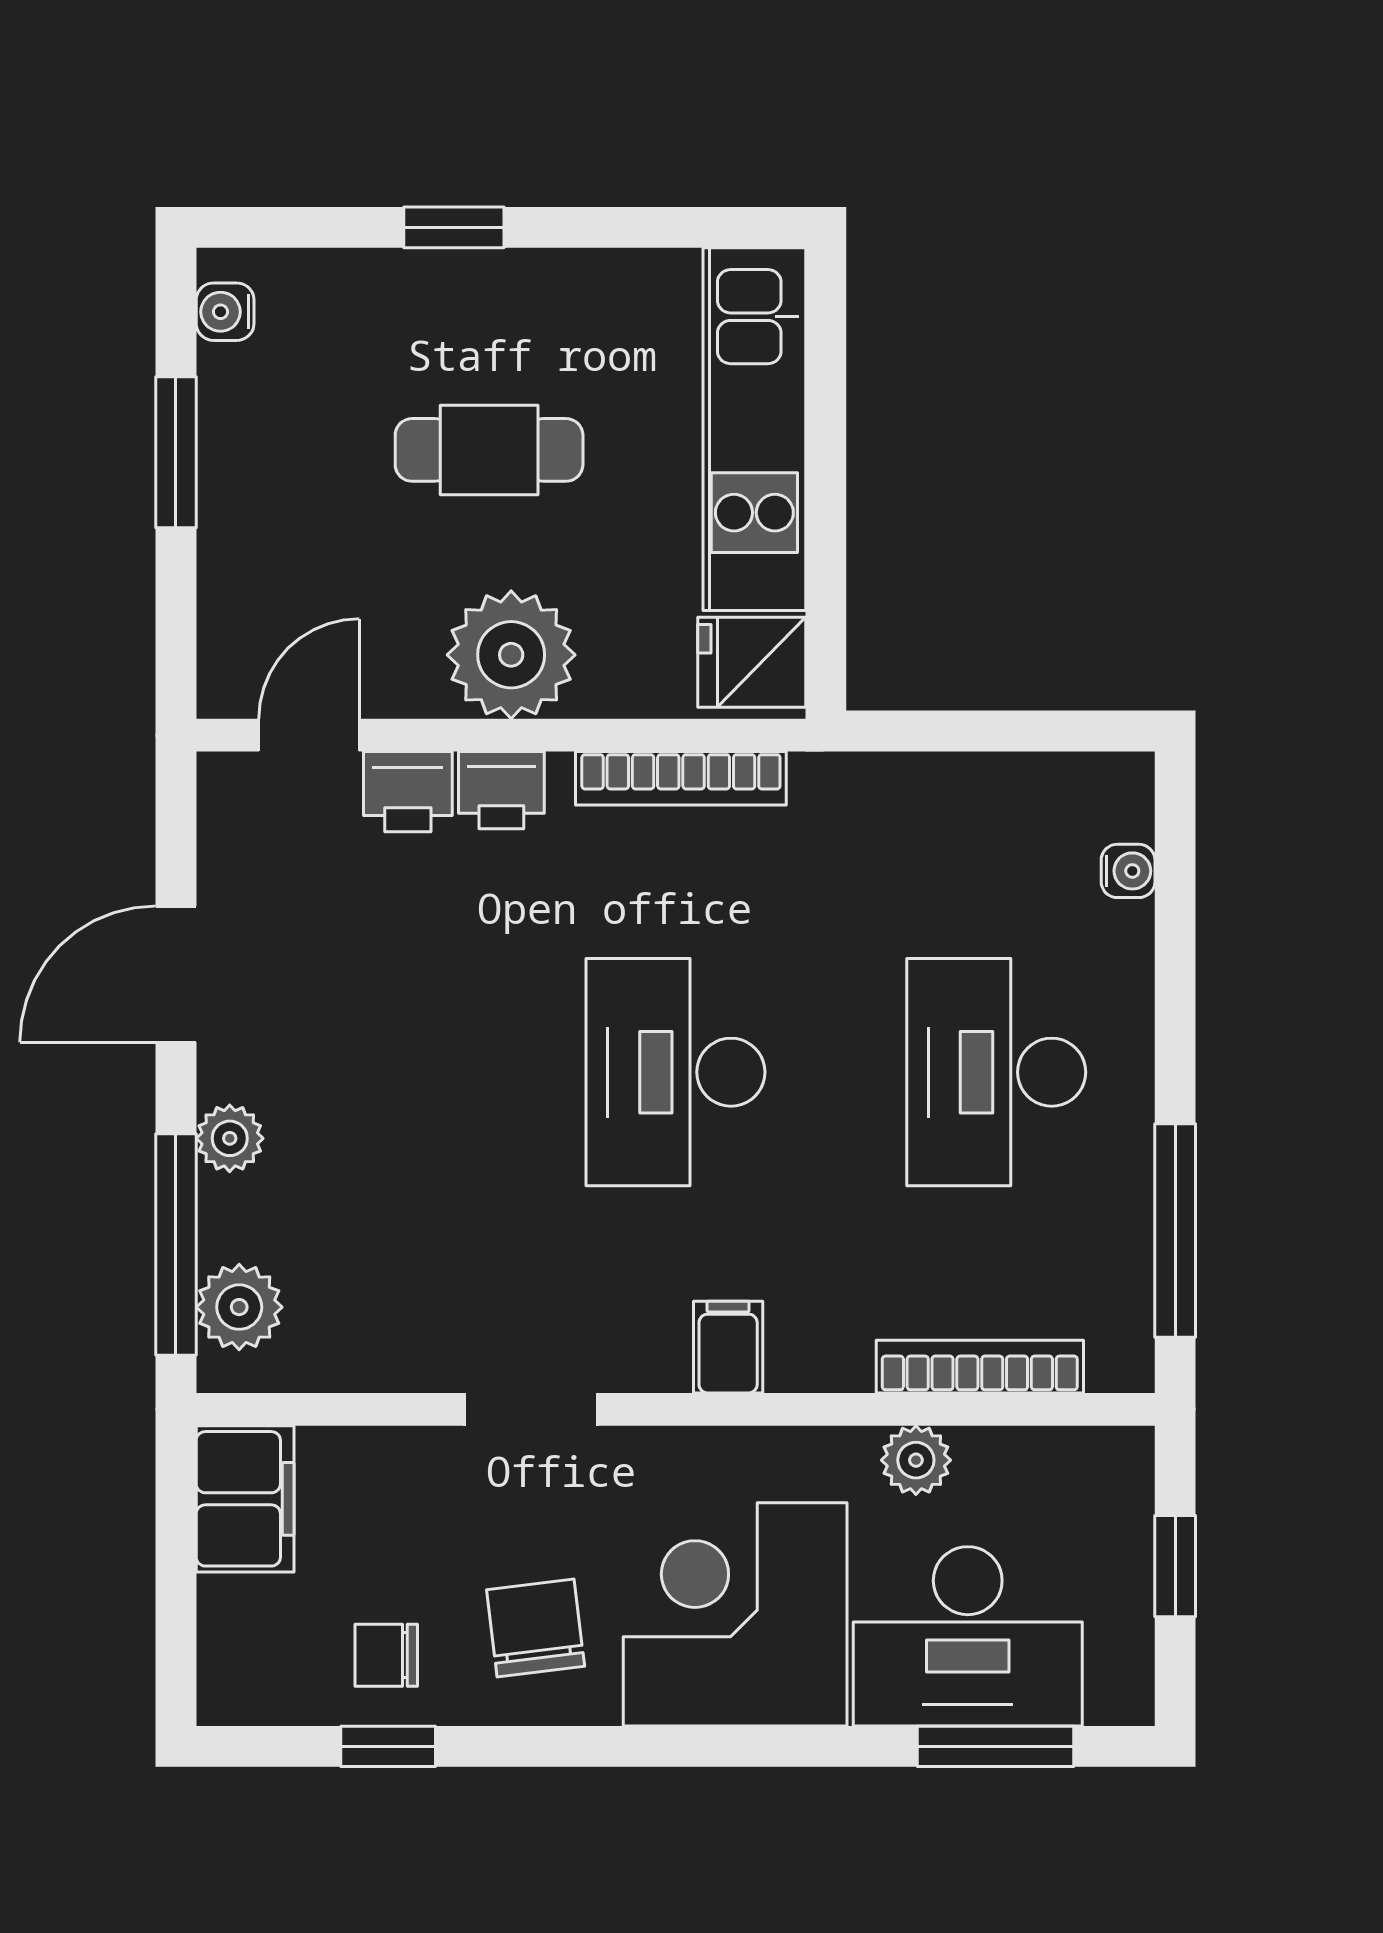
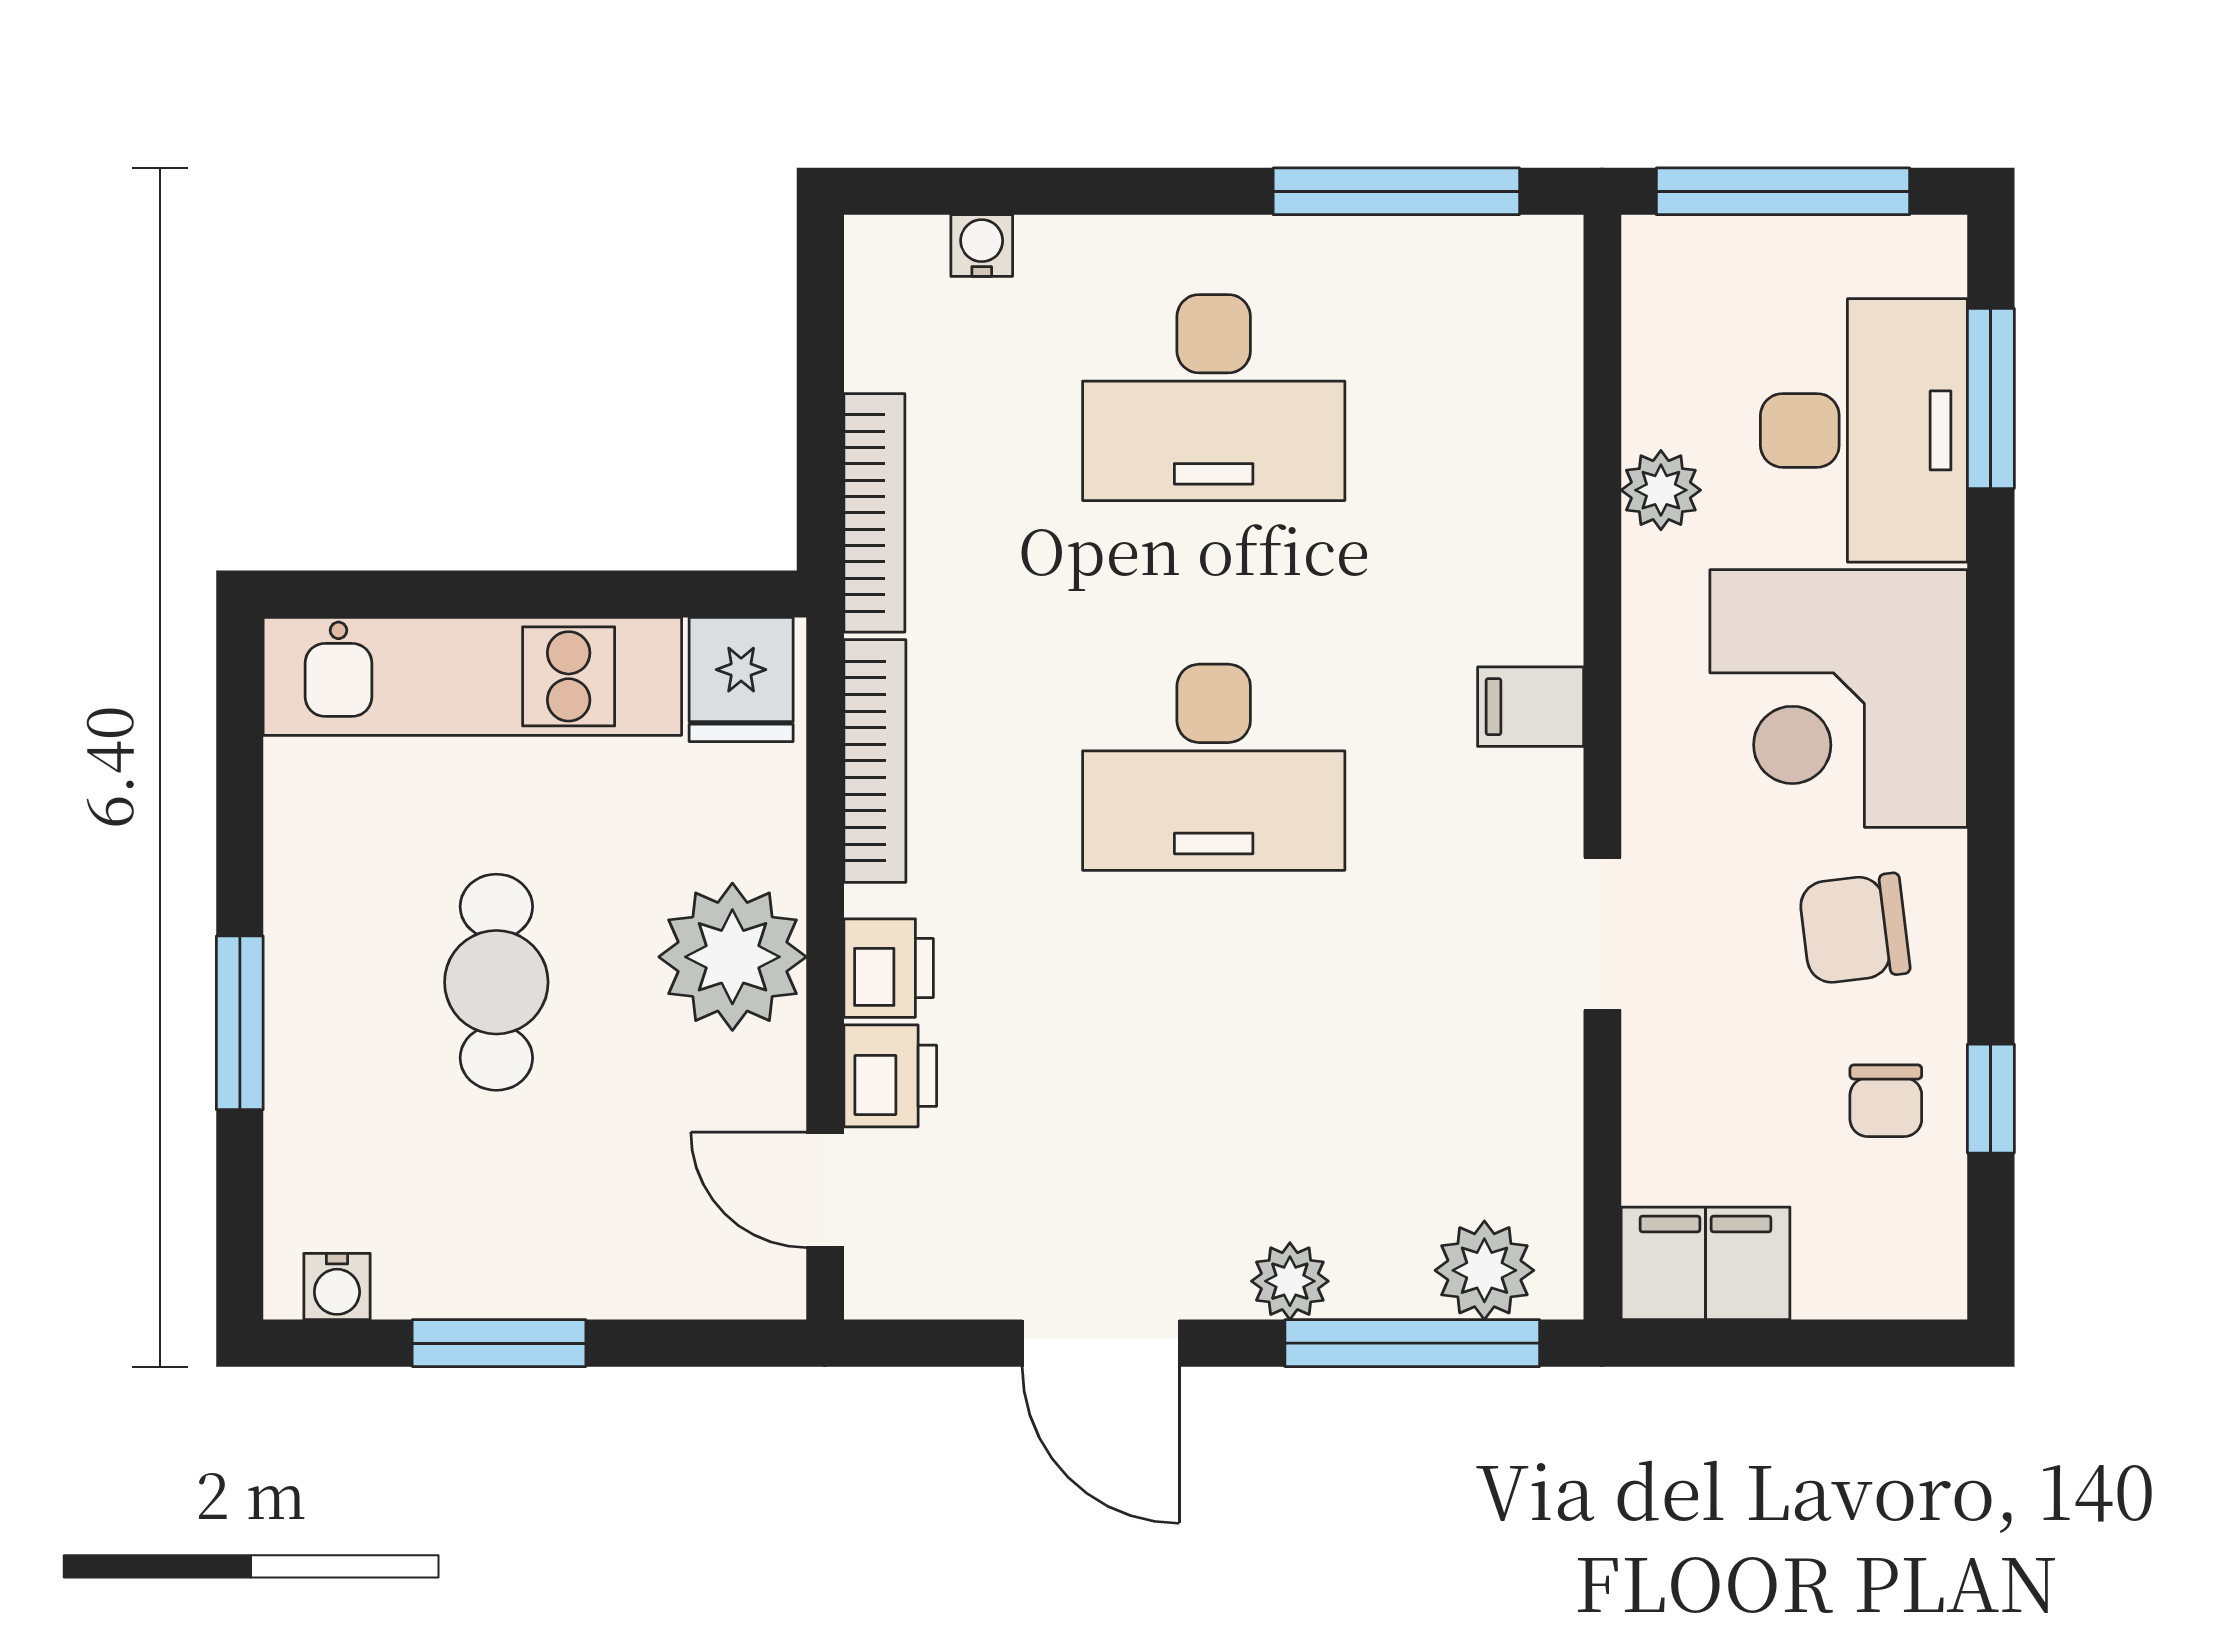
window: (454, 227) -> (240, 1023), width x1.50
bookcase: (980, 1367) -> (874, 513), moved, turned 180
window: (1175, 1566) -> (1783, 191), width x2.17

